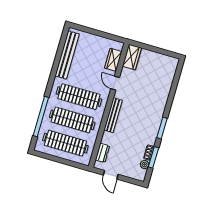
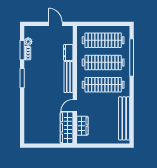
wardrobe: (132, 57) -> (67, 128), width x1.50
door: (115, 83) -> (75, 106), swing flipped
dresser: (102, 153) -> (68, 53), moved

